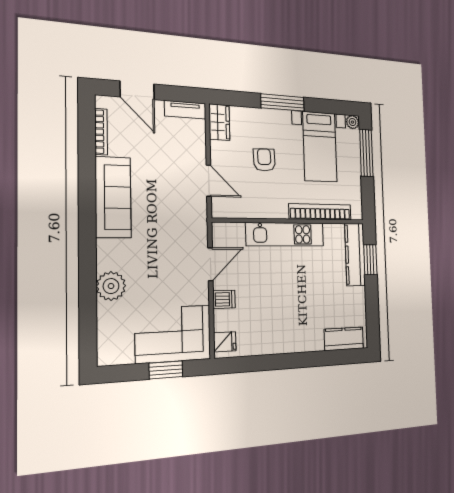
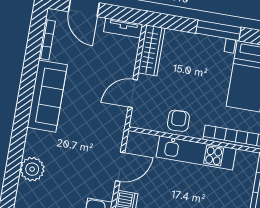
wardrobe: (219, 122) -> (151, 50), width x1.50
armchair: (264, 160) -> (178, 121), moved
door: (209, 181) -> (133, 93), swing flipped

